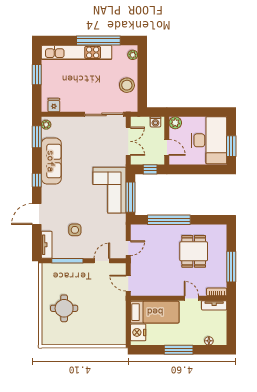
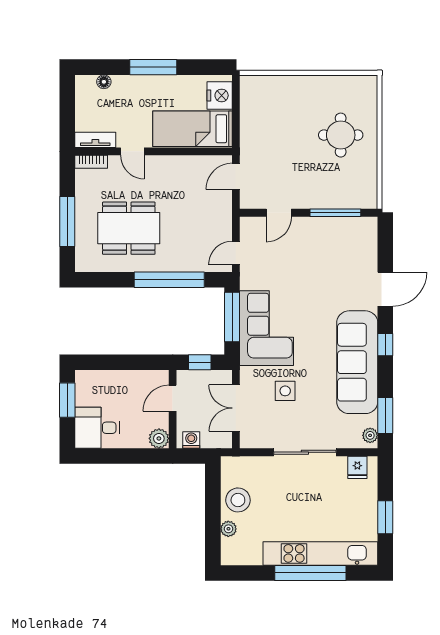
window: (98, 41) -> (310, 573), moved
plant: (133, 55) -> (228, 529), moved
sliding door: (104, 114) -> (305, 452), moved
desk: (209, 140) -> (97, 428), width x0.53, depth x0.77
door: (167, 147) -> (173, 398), hinge flipped
sofa: (51, 161) -> (357, 362), width x1.36, depth x1.27
side table: (75, 230) -> (285, 391), moved
tv unit: (47, 245) -> (369, 239), removed
door: (128, 248) -> (236, 253), moved
dining table: (194, 251) -> (129, 228), width x1.38
window: (231, 267) -> (67, 221), moved
door: (128, 283) -> (236, 176), swing flipped

